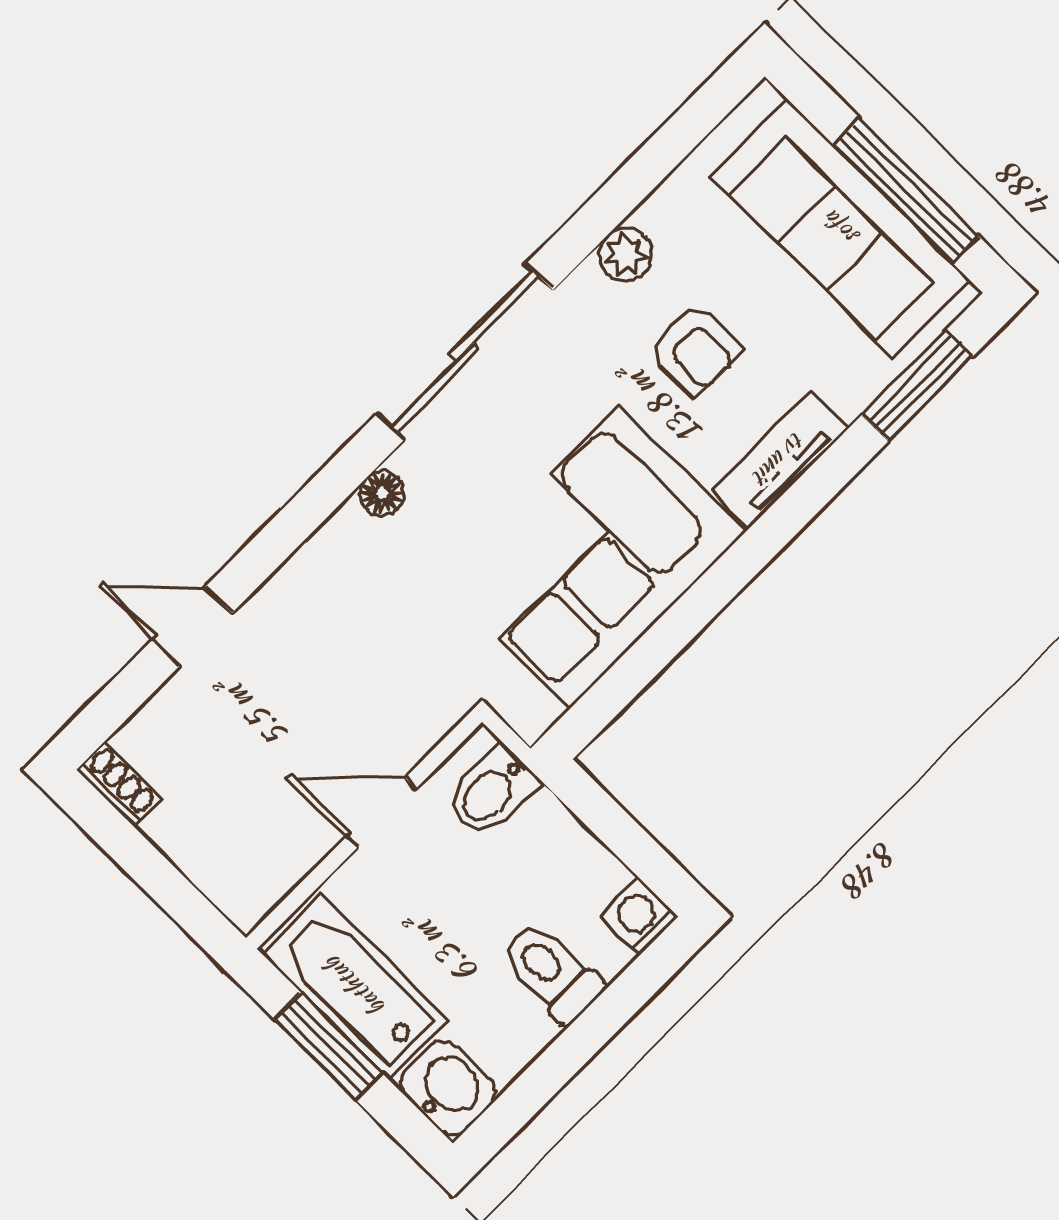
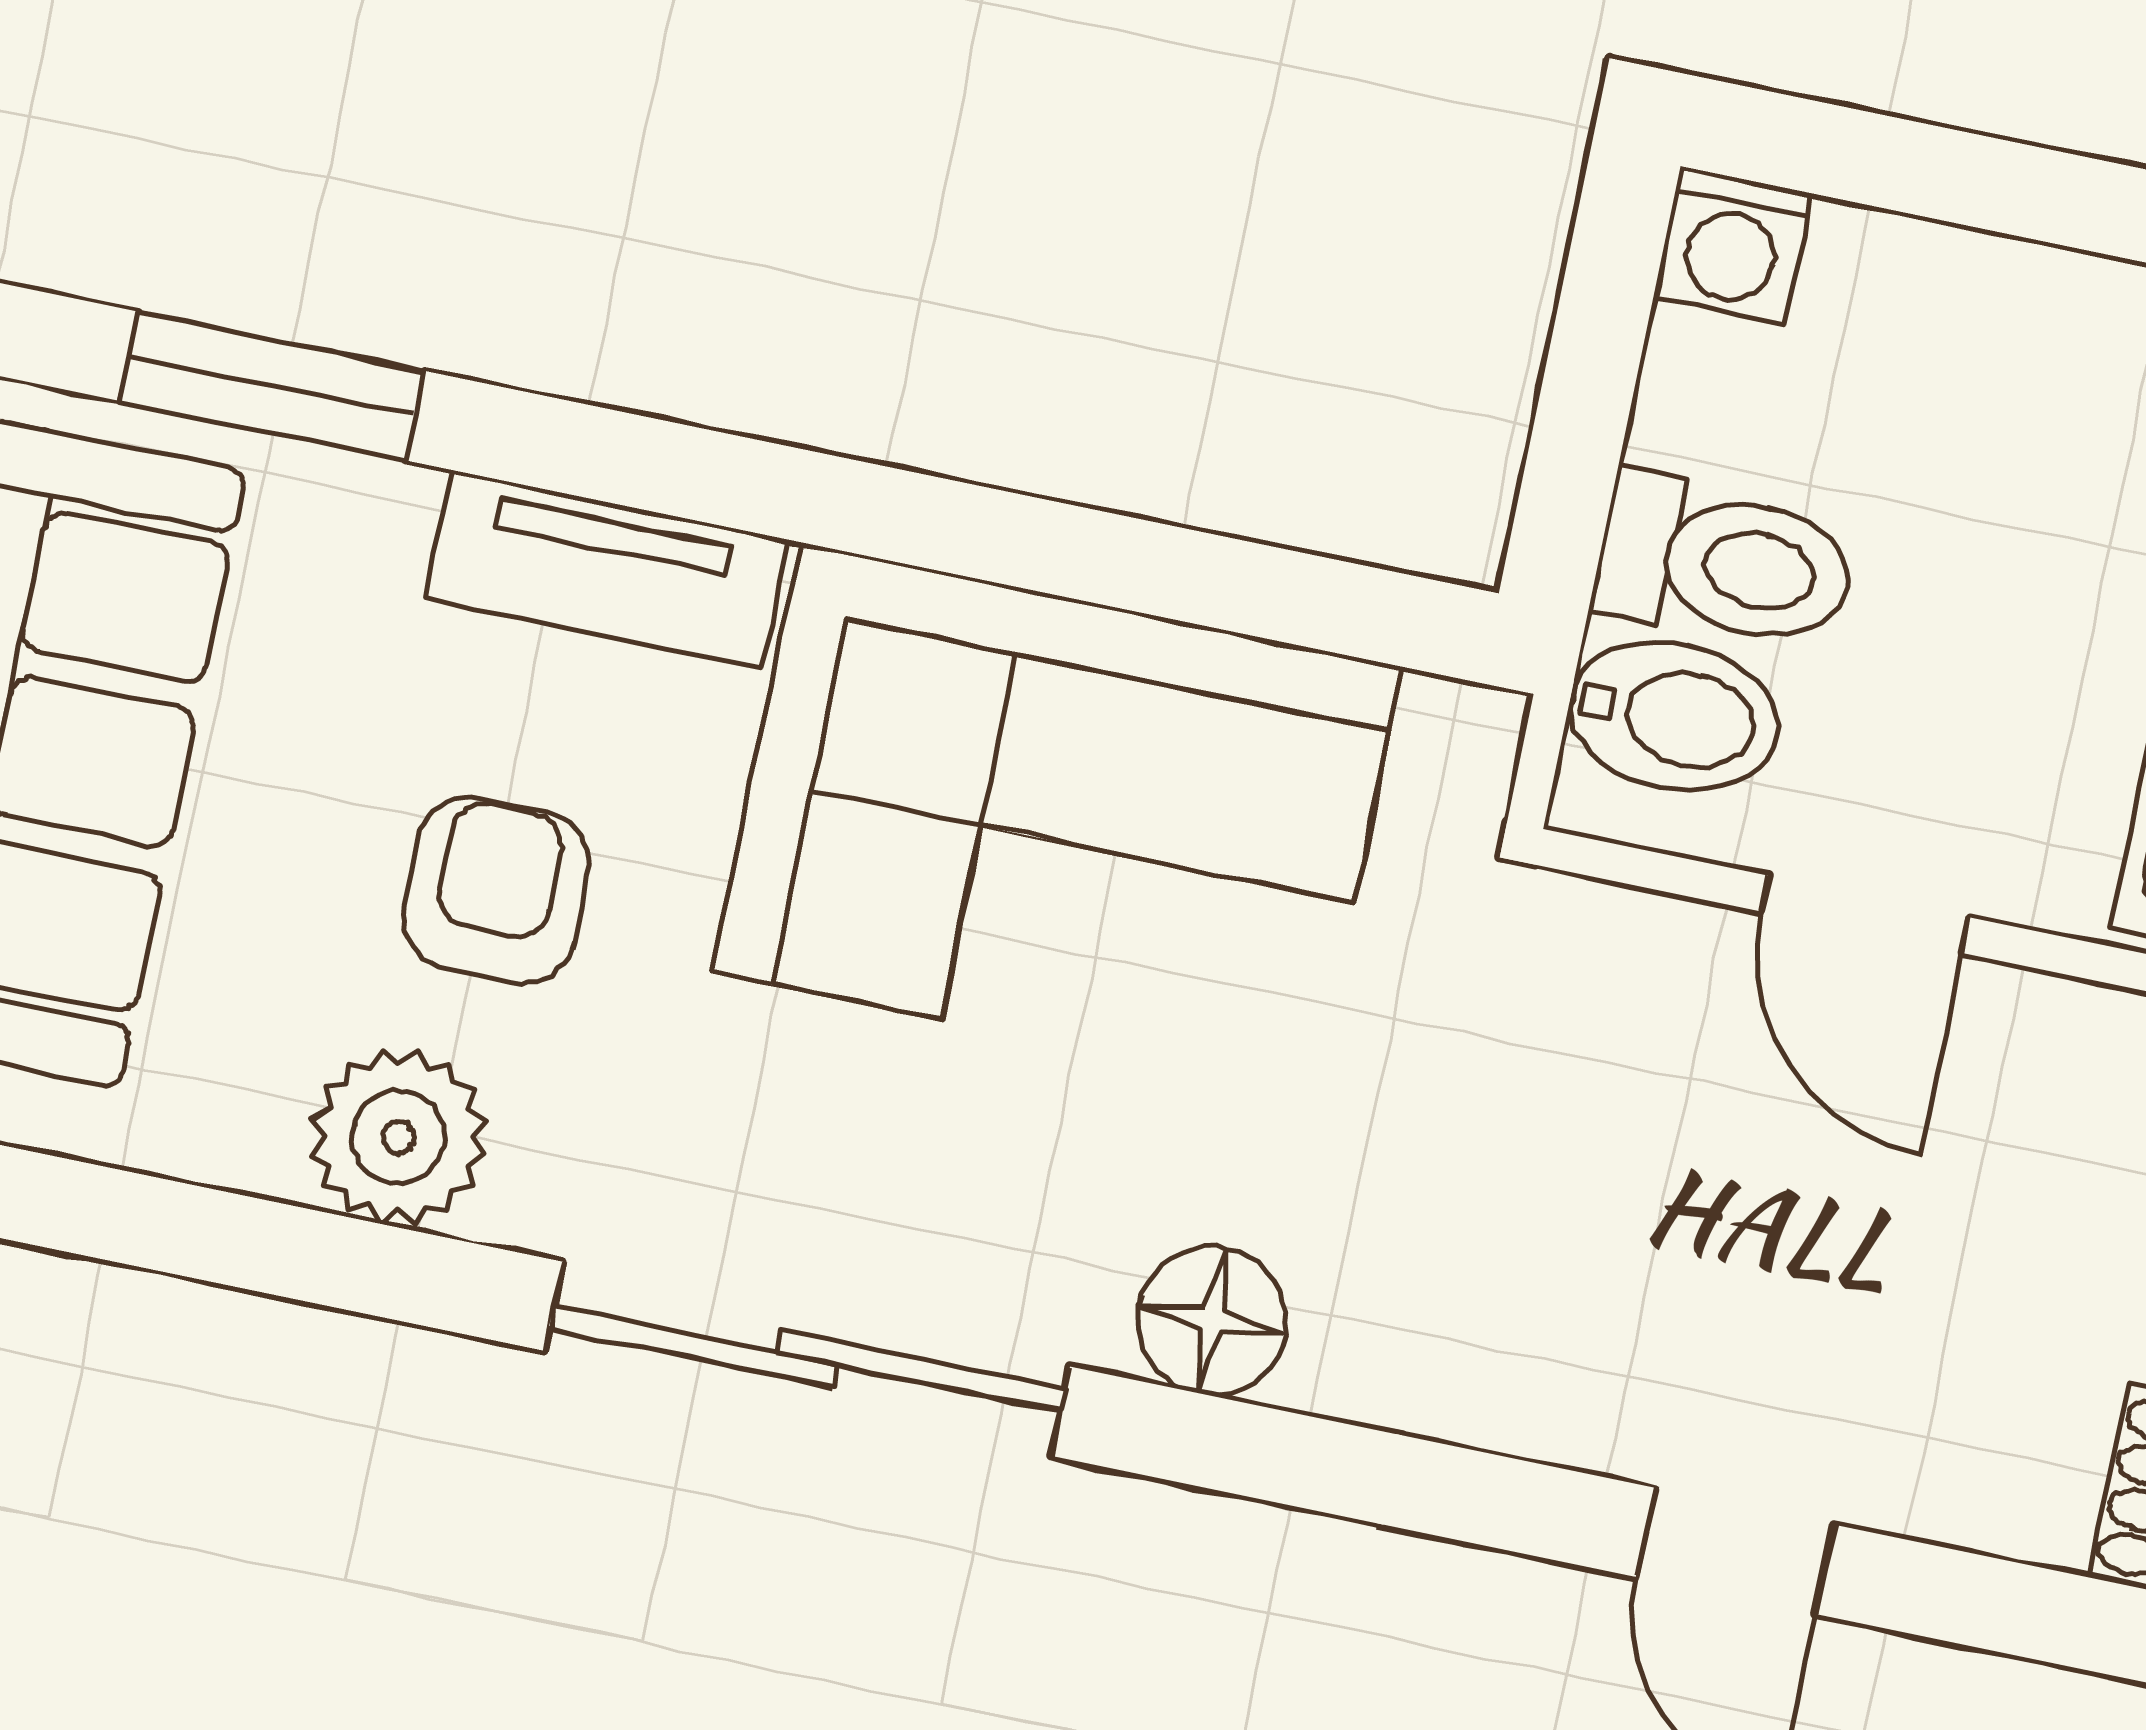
plant: (625, 254) -> (399, 1137), width x1.38, depth x1.38
floor lamp: (382, 493) -> (1212, 1320), width x1.37, depth x1.37
toilet: (552, 972) -> (1725, 563), moved, turned -90

